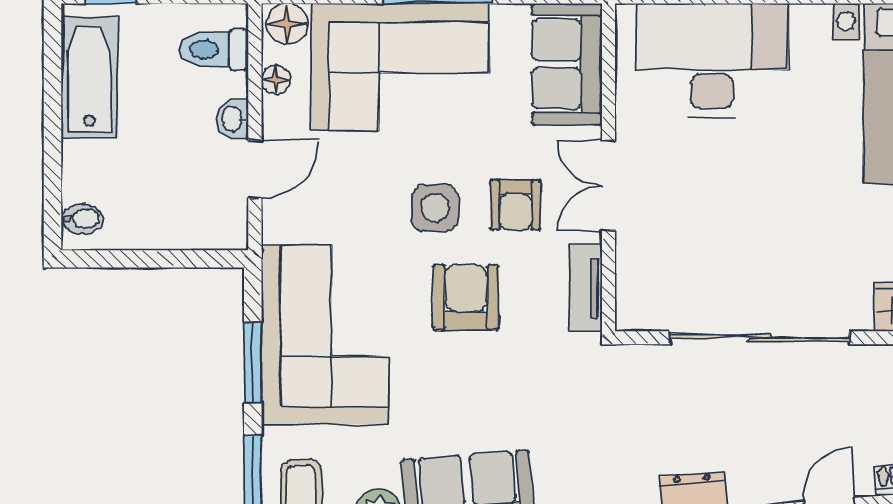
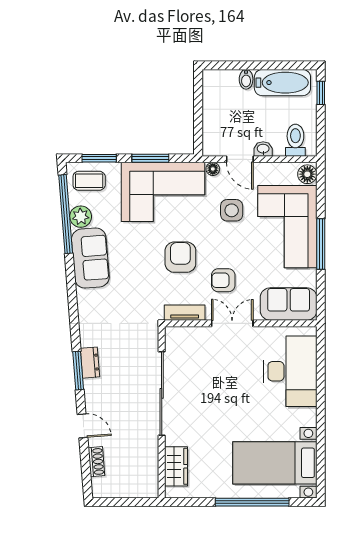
floor lamp: (276, 80) -> (213, 169), moved
side table: (435, 208) -> (232, 210), moved
bidet: (82, 219) -> (246, 79), moved
armchair: (466, 297) -> (180, 257), turned -90

